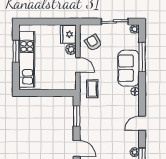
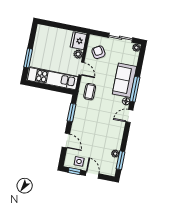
window: (16, 51) -> (28, 58), moved
window: (142, 57) -> (135, 89), moved
kitchen unit: (27, 59) -> (53, 78), moved, turned -90
door: (142, 123) -> (129, 116), moved

